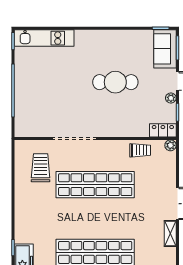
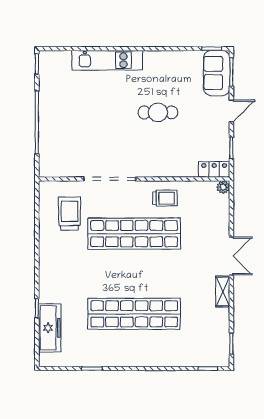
kitchen unit: (44, 38) -> (107, 60), moved
cafe table: (115, 82) -> (158, 112), width x0.73, depth x0.74
plant: (171, 98) -> (224, 131), removed
trolley: (140, 150) -> (165, 198), moved

